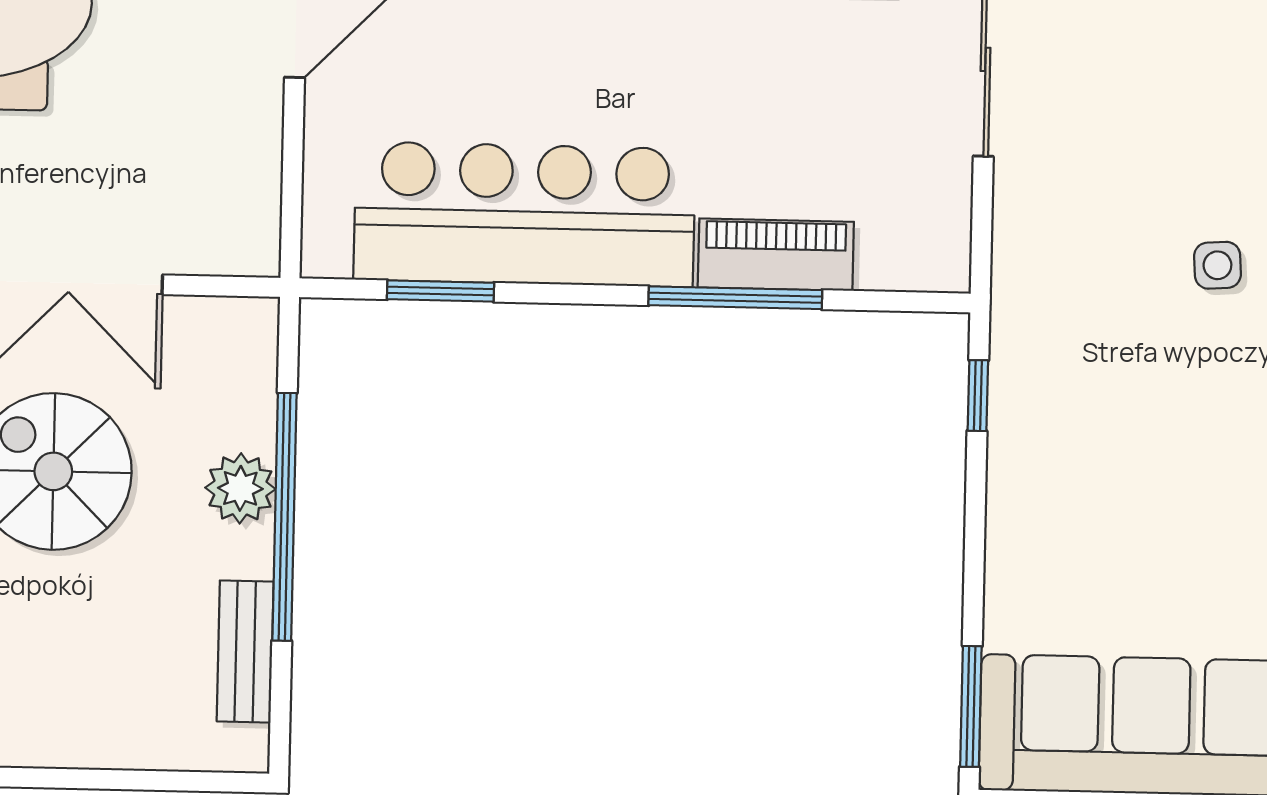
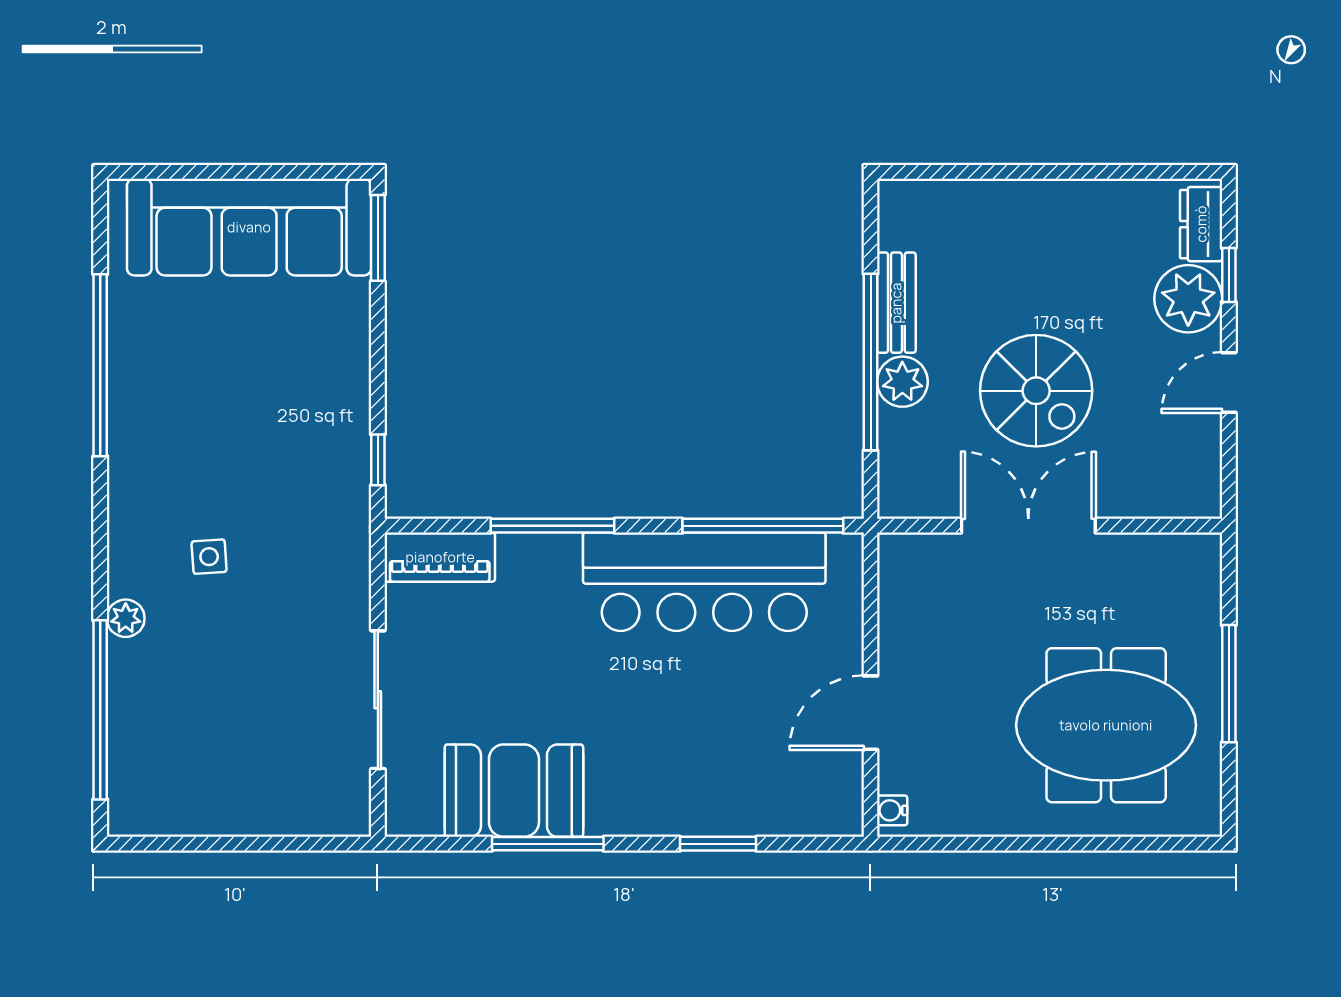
piano: (776, 255) -> (440, 557), moved
window: (440, 291) -> (763, 526), width x2.11
bench: (245, 652) -> (896, 303), moved

